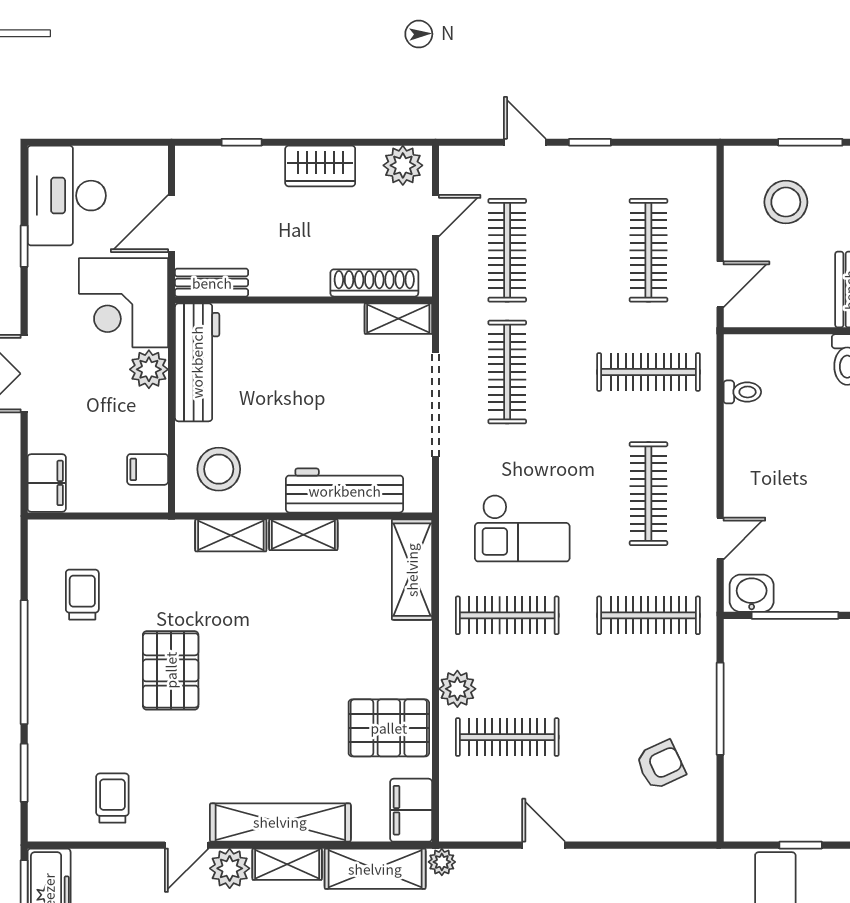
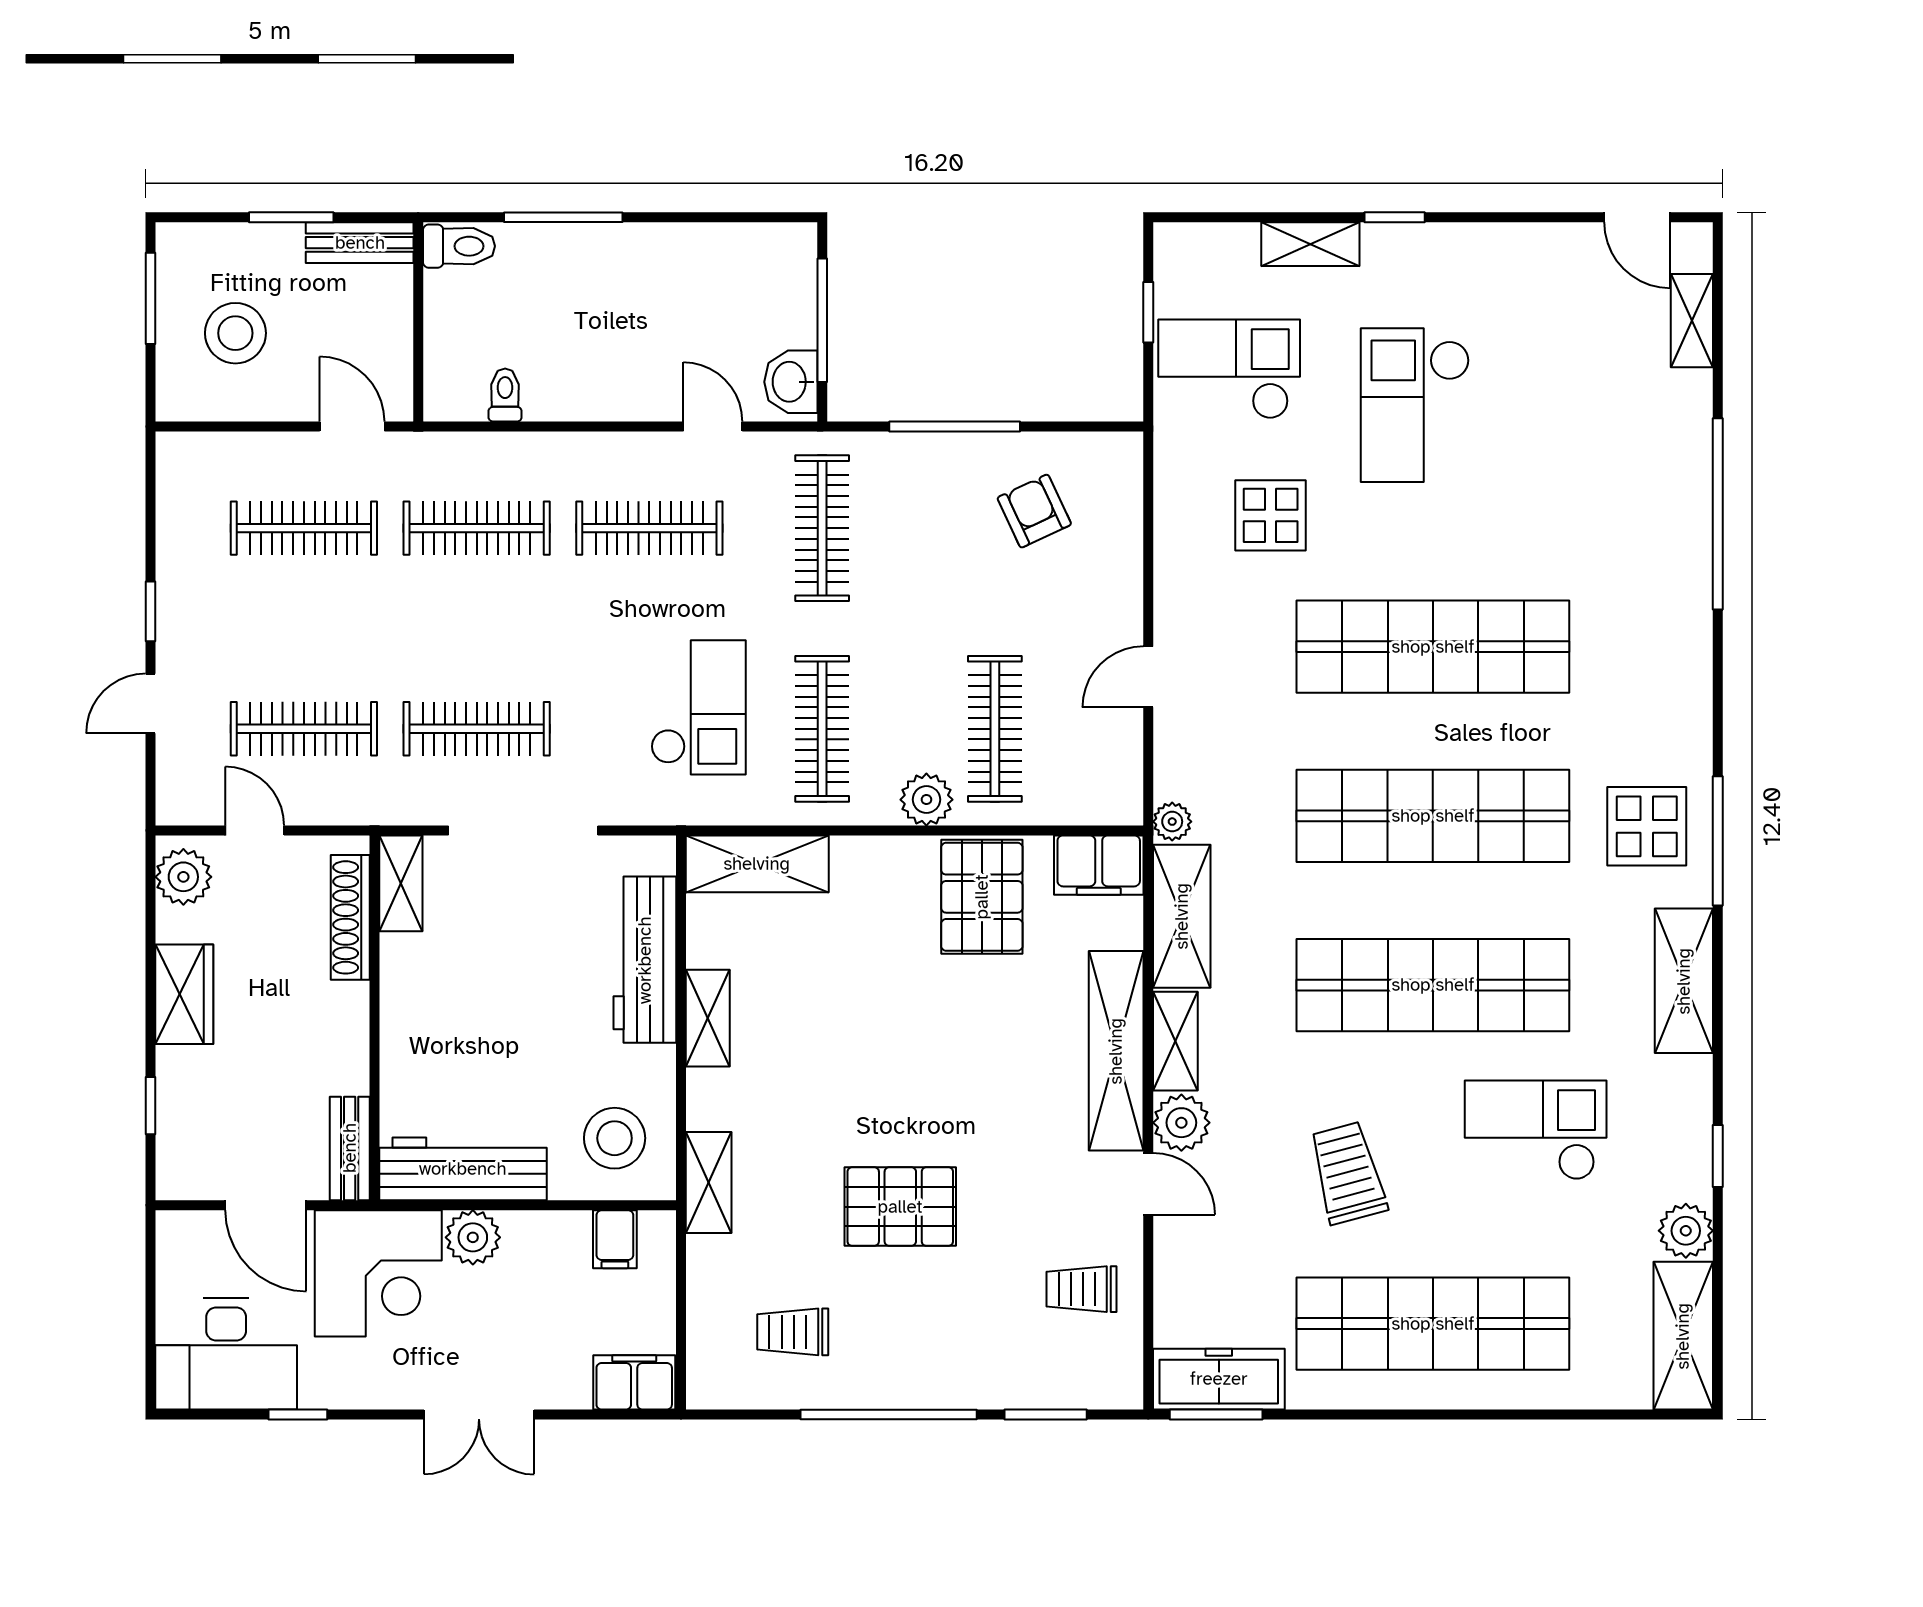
clothes rail: (648, 372) -> (477, 528), turned 90
shelving: (231, 535) -> (709, 1182), moved

